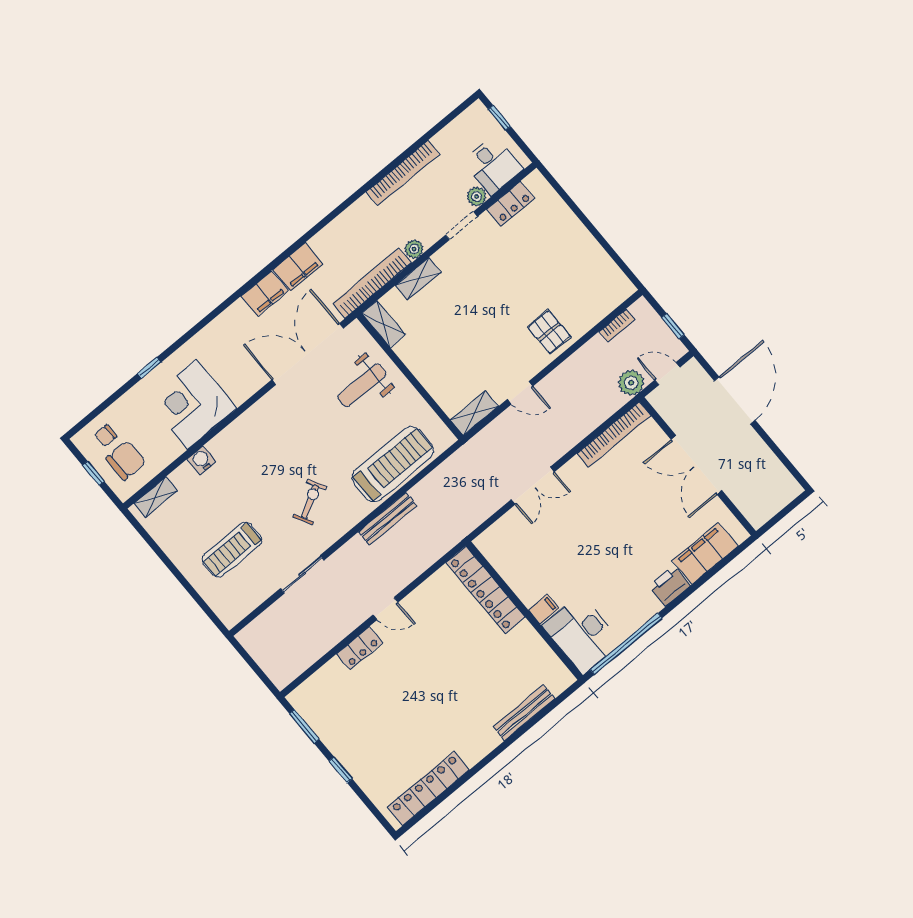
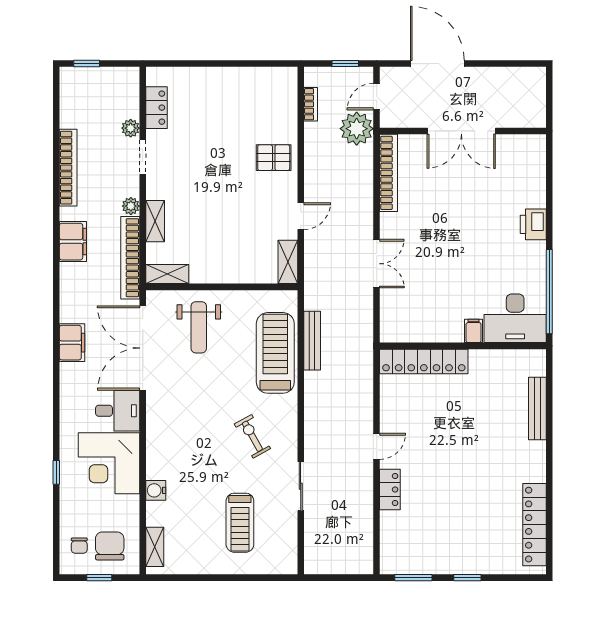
desk: (493, 165) -> (118, 411), moved
filing cabinet: (298, 267) -> (73, 242), moved
plant: (631, 383) -> (357, 129), width x1.36, depth x1.36
bench: (388, 519) -> (312, 341), moved
filing cabinet: (705, 553) -> (531, 179), removed

